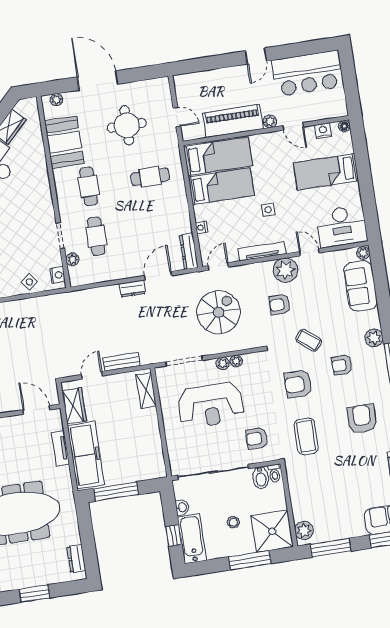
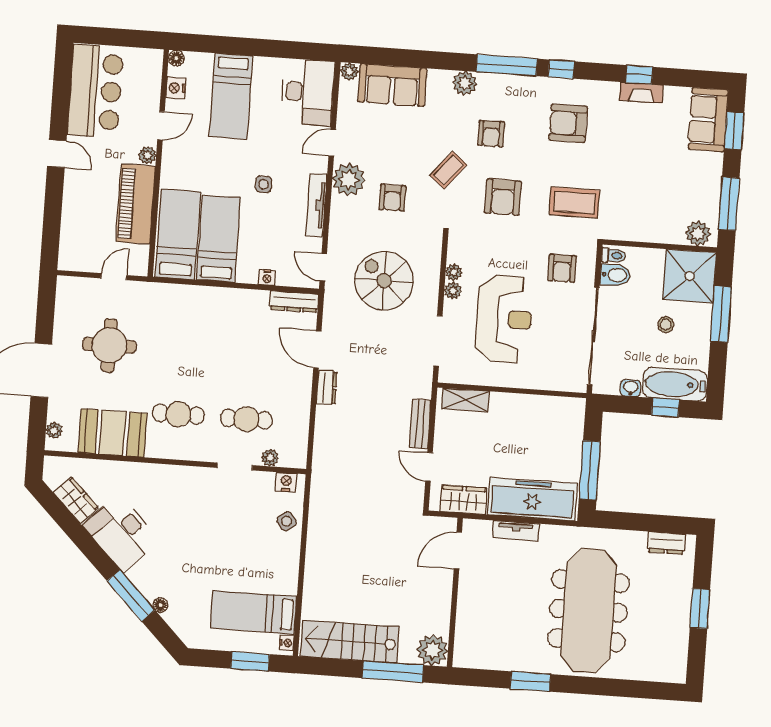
cafe table: (150, 177) -> (185, 330), removed

